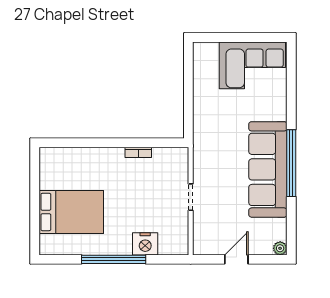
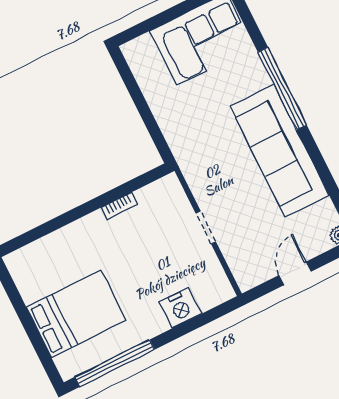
window: (291, 163) -> (282, 89), moved
window: (114, 259) -> (115, 363), moved

